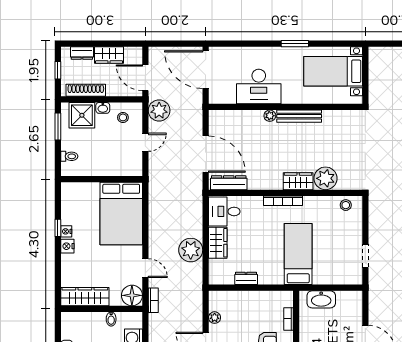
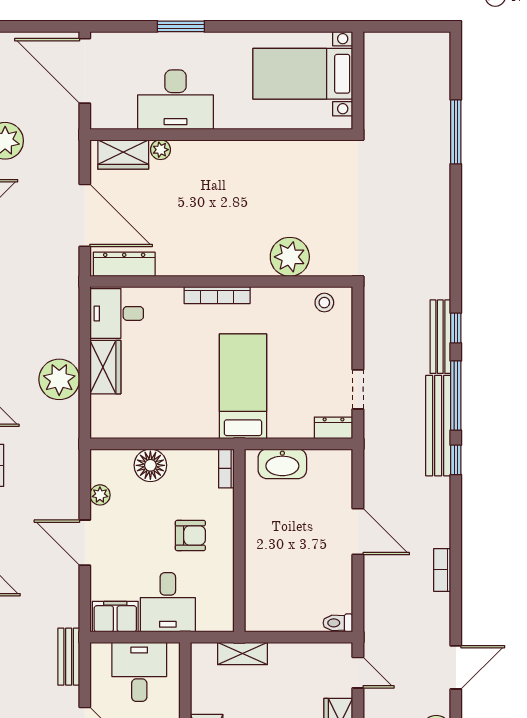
window: (295, 44) -> (181, 26), moved
plant: (270, 116) -> (161, 150), moved
bench: (299, 116) -> (245, 150), removed
wardrobe: (298, 181) -> (123, 154), moved, turned 180
dresser: (246, 278) -> (333, 428), moved
floor lamp: (244, 300) -> (150, 465), added
bookcase: (288, 319) -> (226, 468), moved

